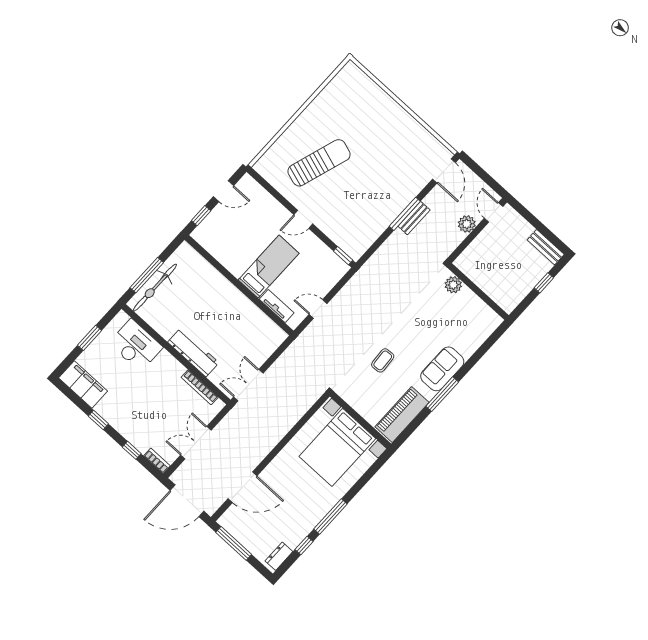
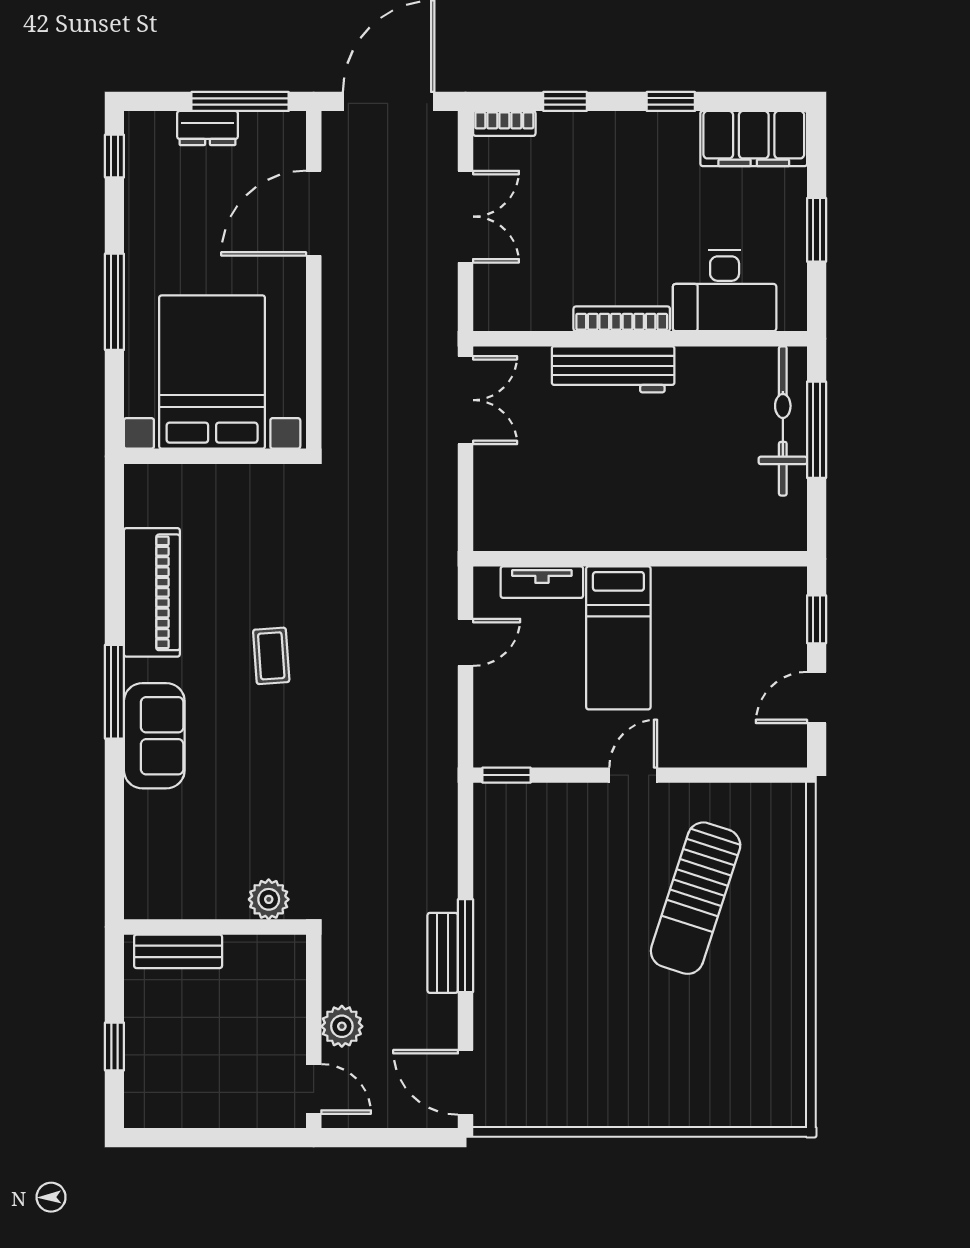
bench: (546, 247) -> (178, 951), moved
bookcase: (200, 387) -> (622, 319), moved
wall: (361, 420) -> (215, 456), moved
bed with nightstands: (337, 447) -> (212, 372), moved
window: (304, 545) -> (114, 156), moved
dresser: (279, 556) -> (208, 128), moved, turned 90

